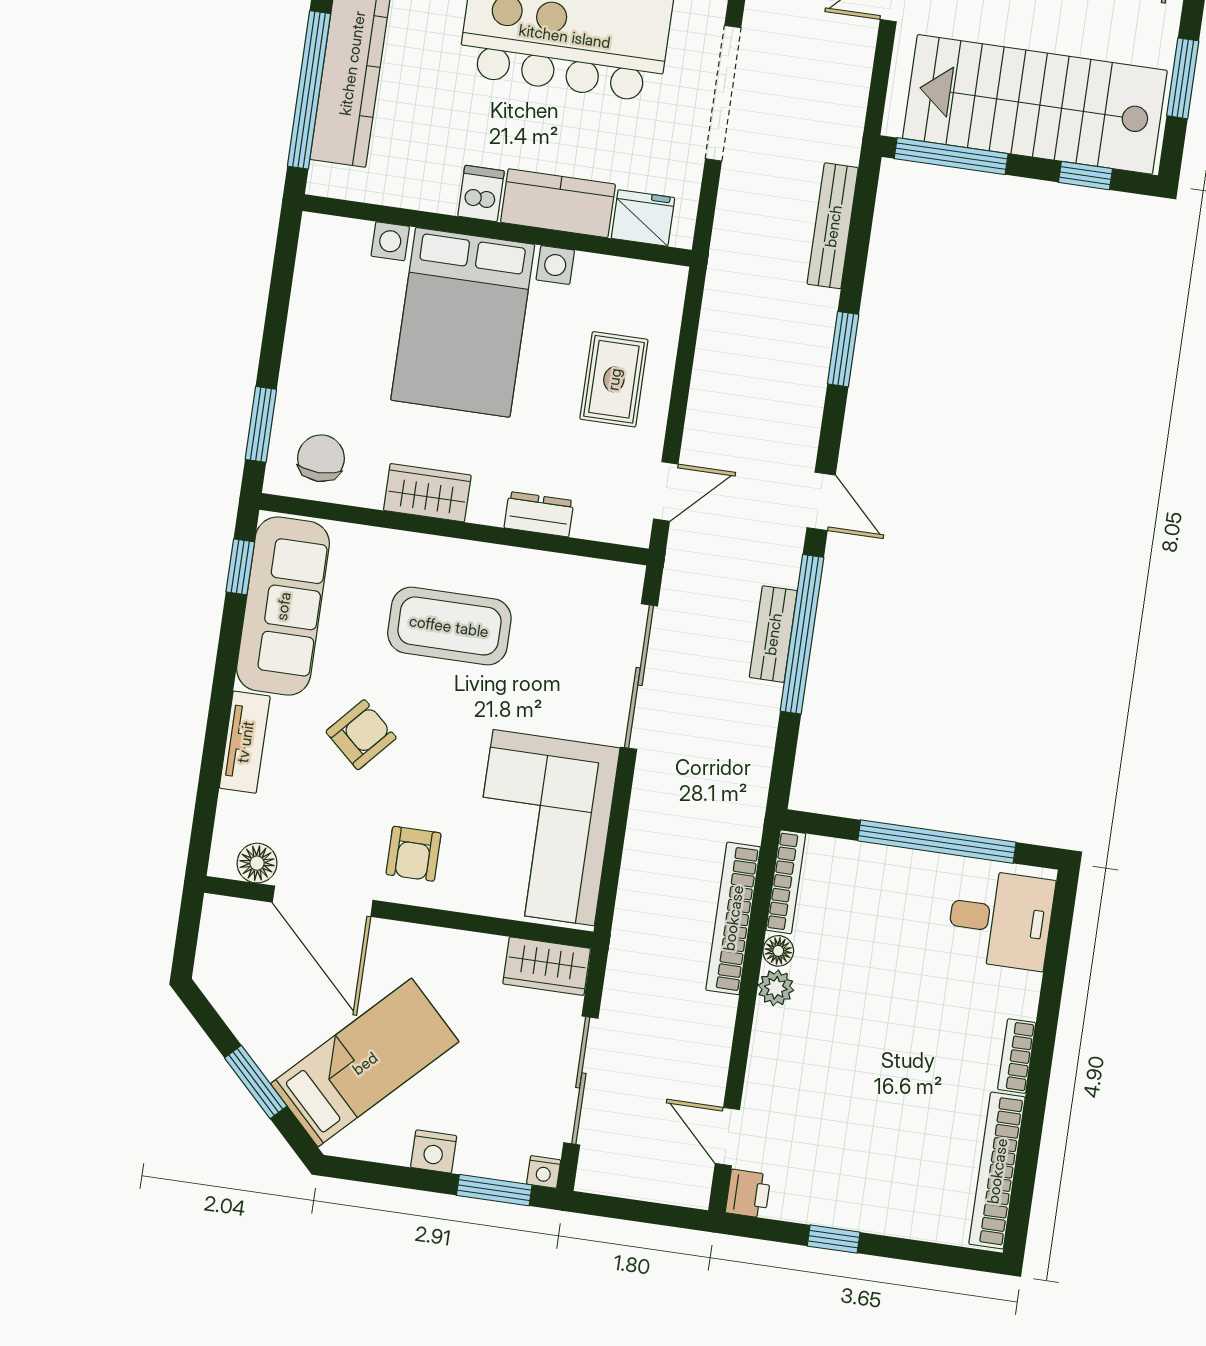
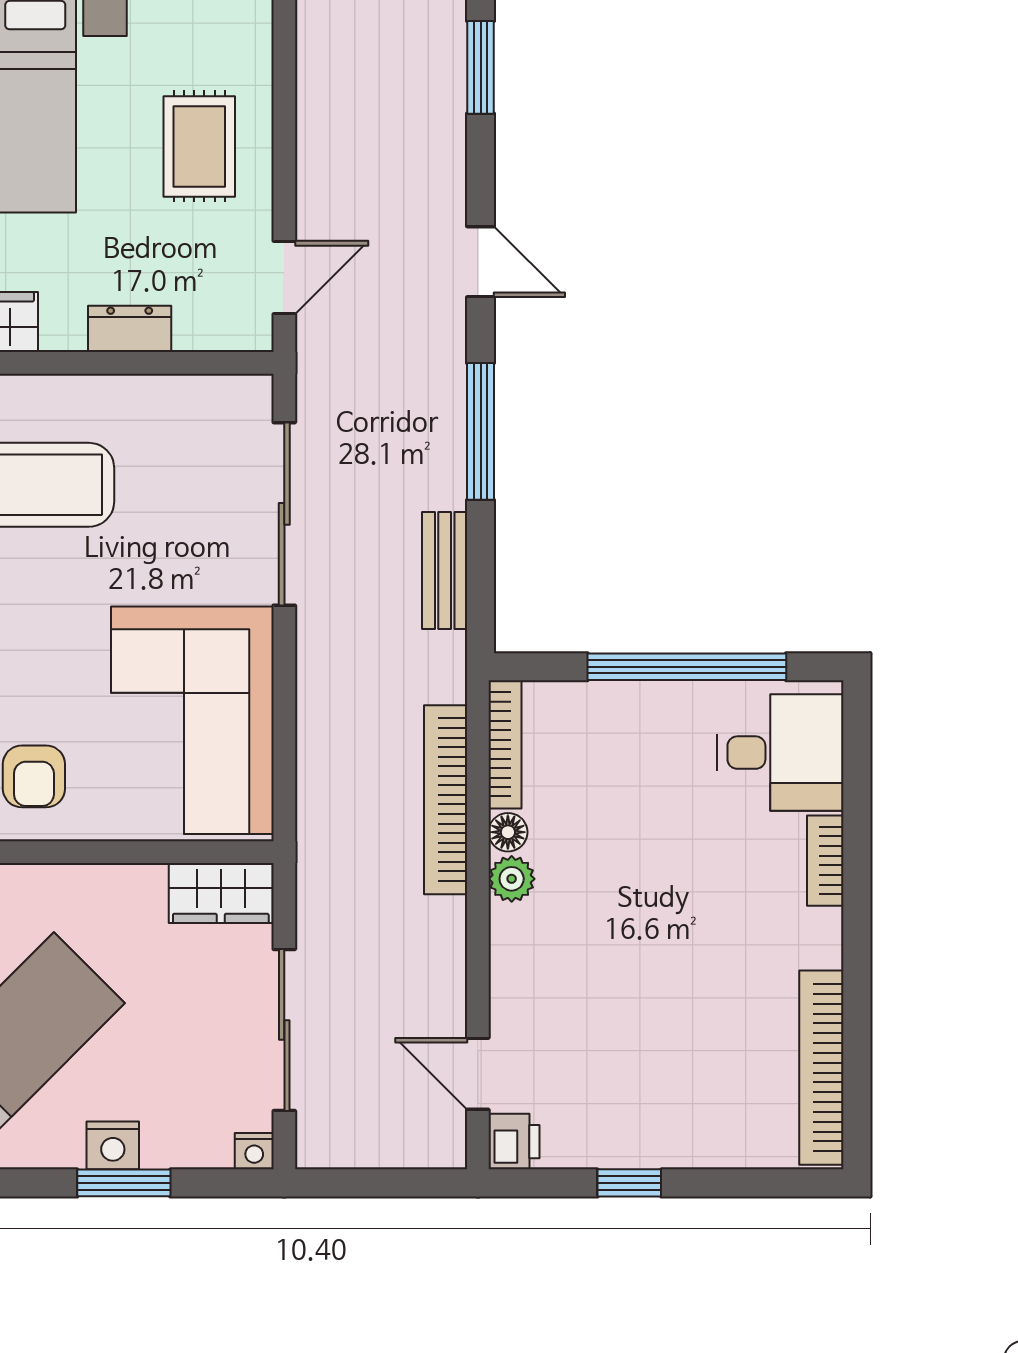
bench: (773, 634) -> (445, 570), moved
window: (802, 634) -> (481, 431), width x0.68
bookcase: (1017, 1056) -> (825, 861), moved
window: (494, 1190) -> (124, 1183), moved

